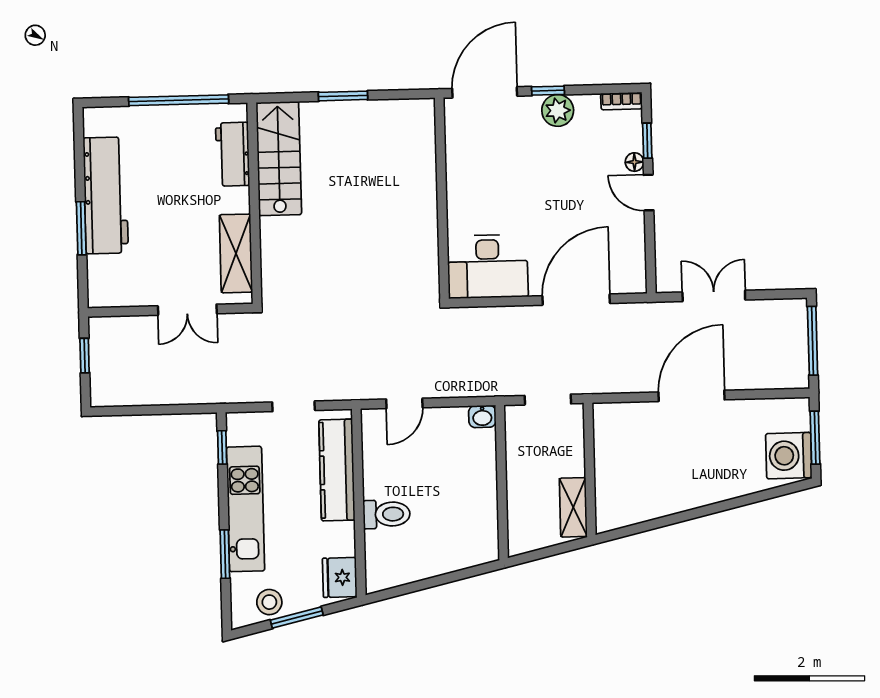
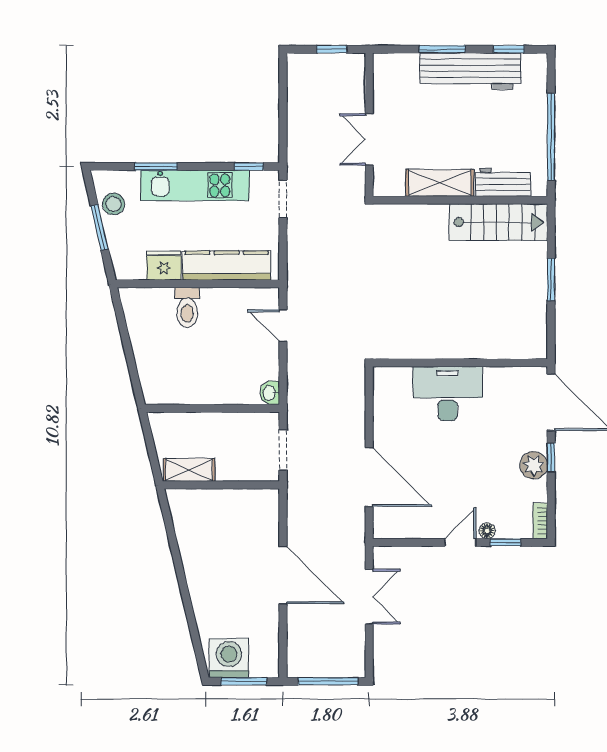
window: (79, 152) -> (509, 49), added
shelving: (236, 253) -> (440, 183), moved
desk: (488, 266) -> (448, 394), moved, turned 90
doorway: (294, 406) -> (283, 199), moved
fridge: (340, 577) -> (164, 266), moved

